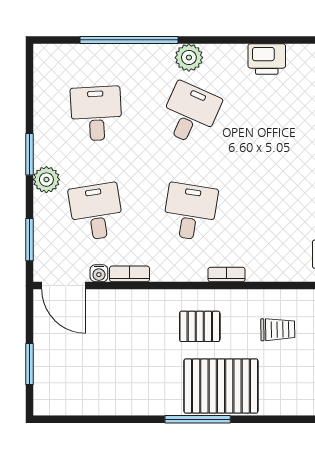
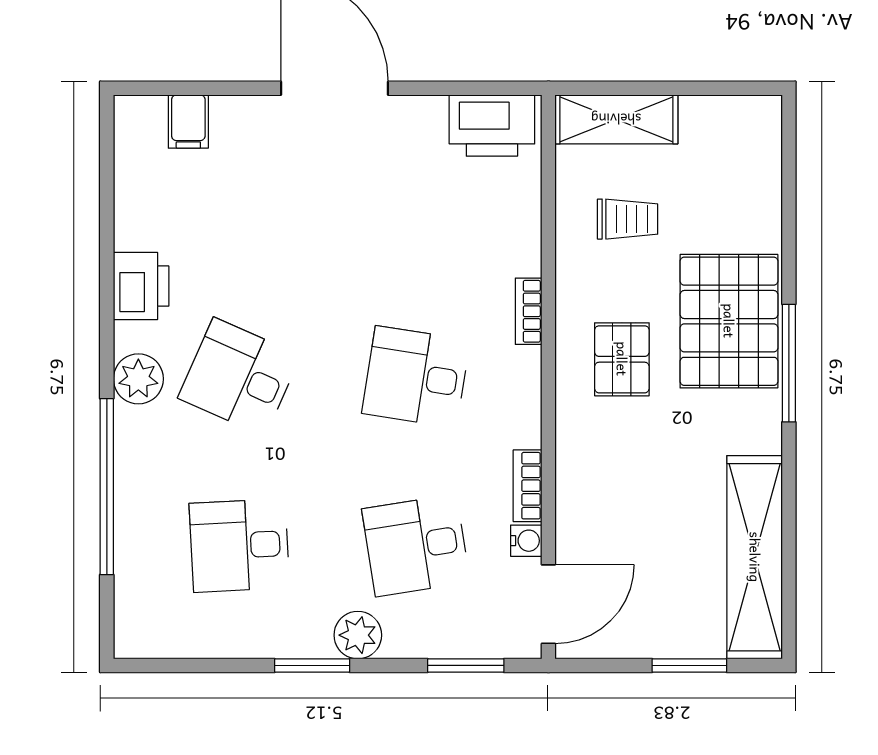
printer: (267, 59) -> (141, 286), moved
trolley: (278, 330) -> (628, 219), turned 91
shelving: (90, 400) -> (755, 557), added

